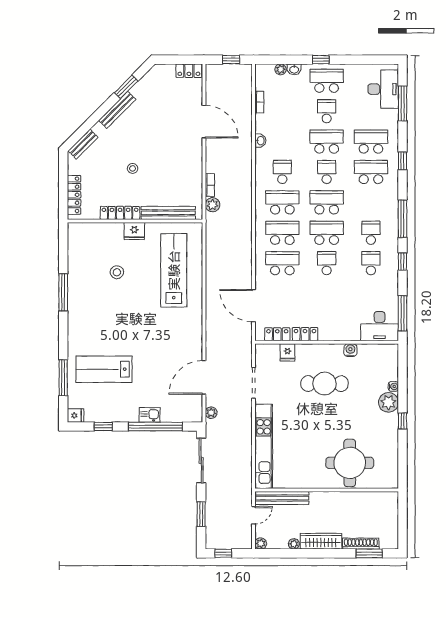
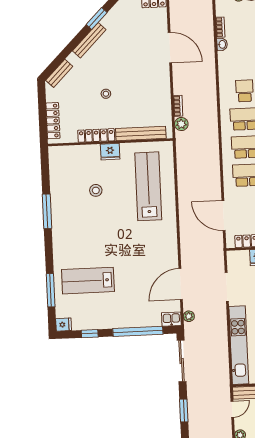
washbasin: (260, 141) -> (222, 44), moved
kitchen sink: (150, 415) -> (171, 319), moved

